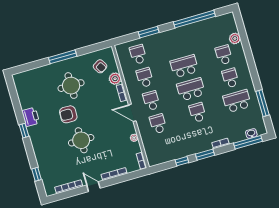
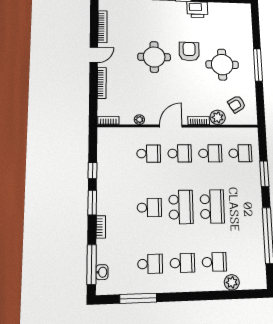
school desk: (237, 101) -> (150, 264), width x0.54

